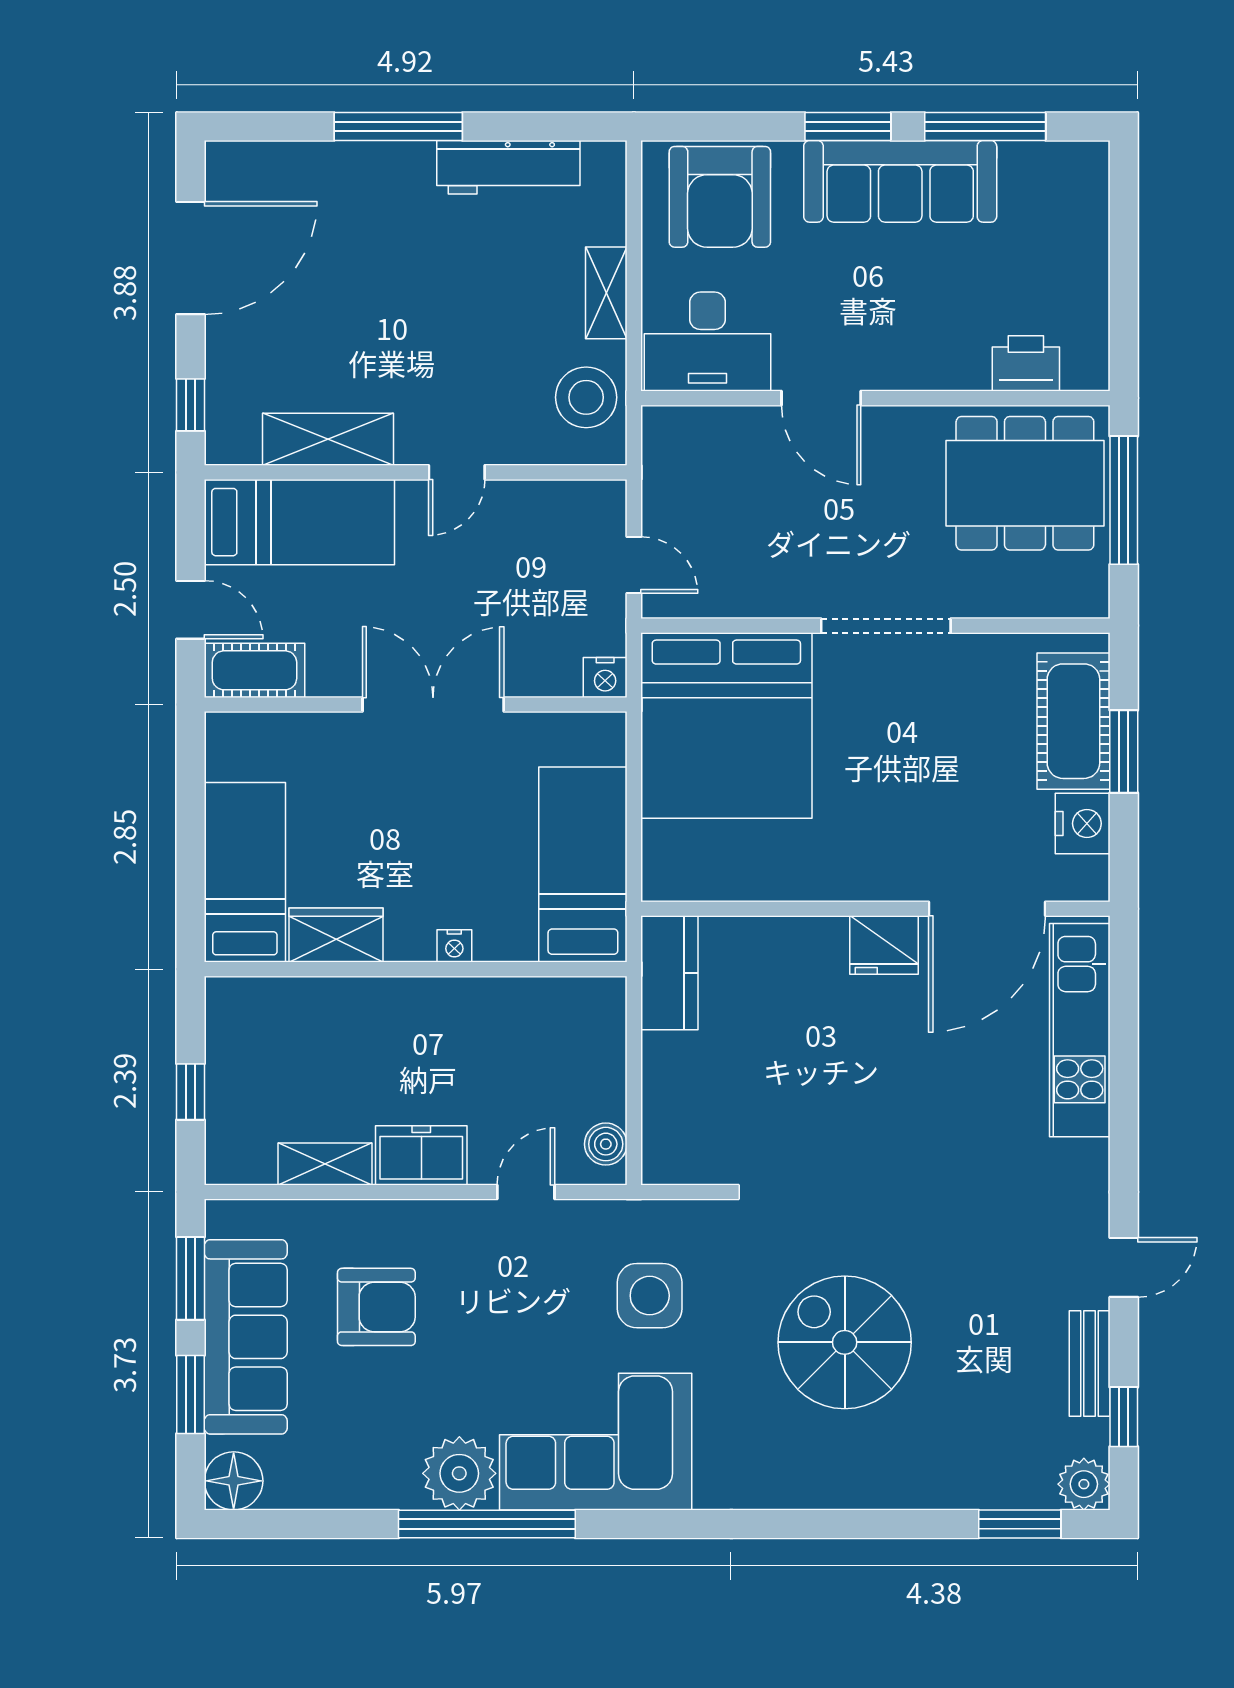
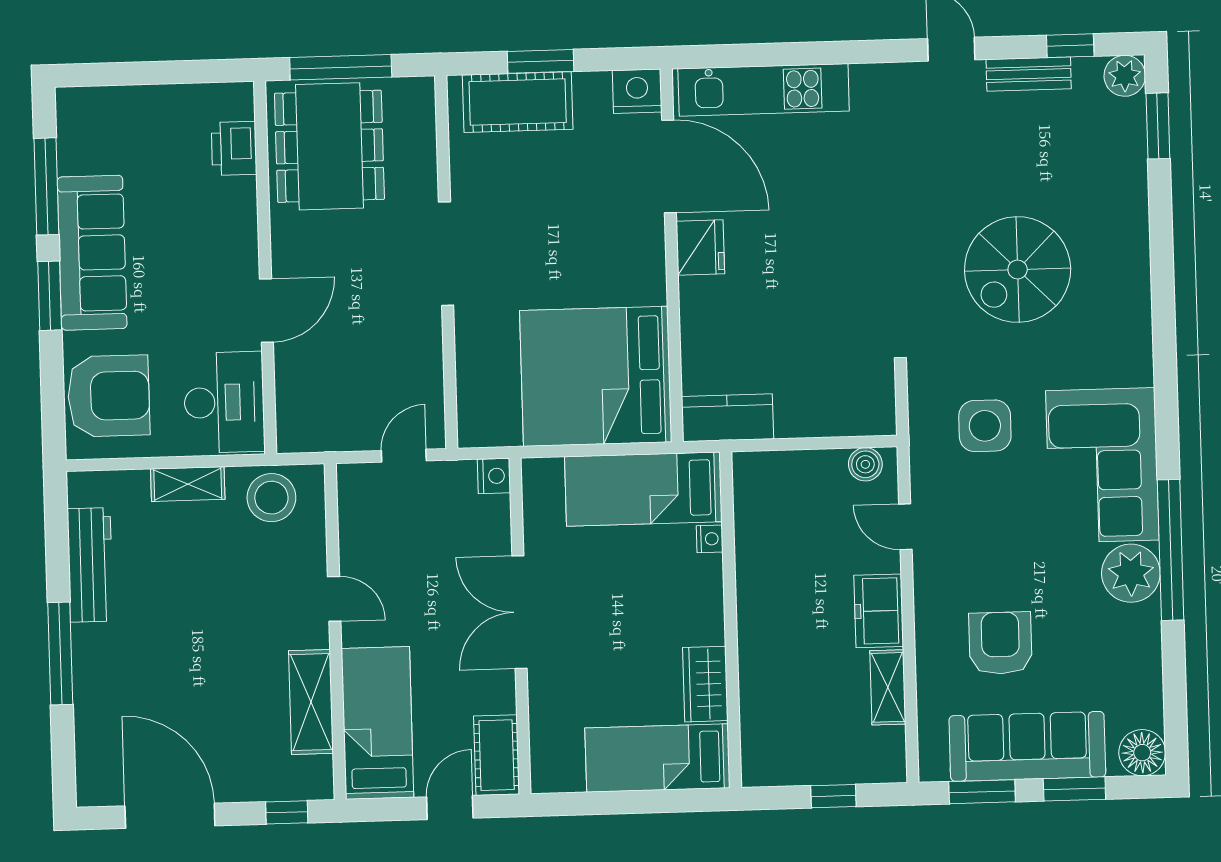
bed: (726, 725) -> (596, 376), moved, turned 180
nightstand: (1083, 823) -> (637, 91), moved
nightstand: (454, 946) -> (710, 539), moved

